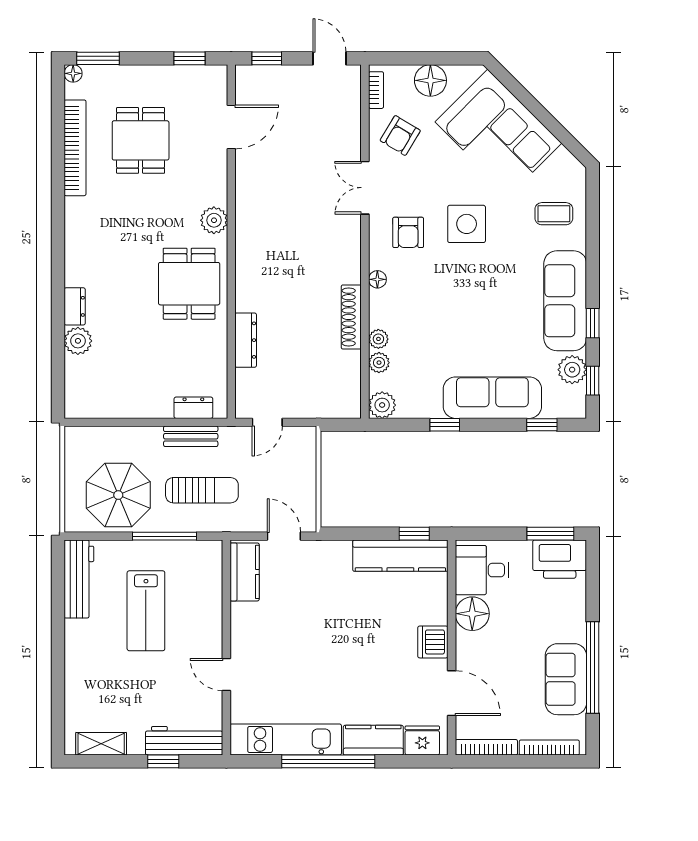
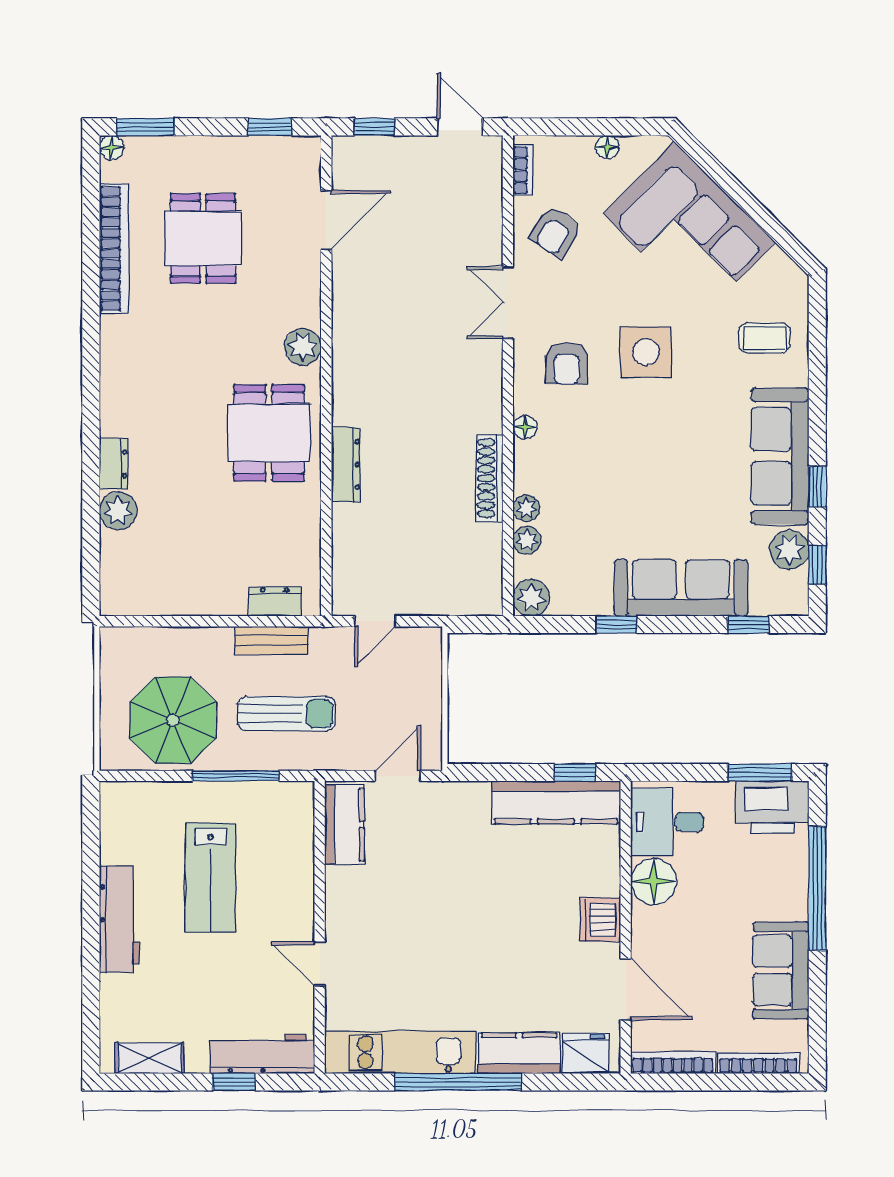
floor lamp: (430, 80) -> (607, 147), width x0.53, depth x0.53
dresser: (246, 340) -> (346, 465), moved
door: (284, 536) -> (398, 776), hinge flipped
workbench: (79, 579) -> (119, 919), moved
window: (593, 667) -> (817, 889), moved

